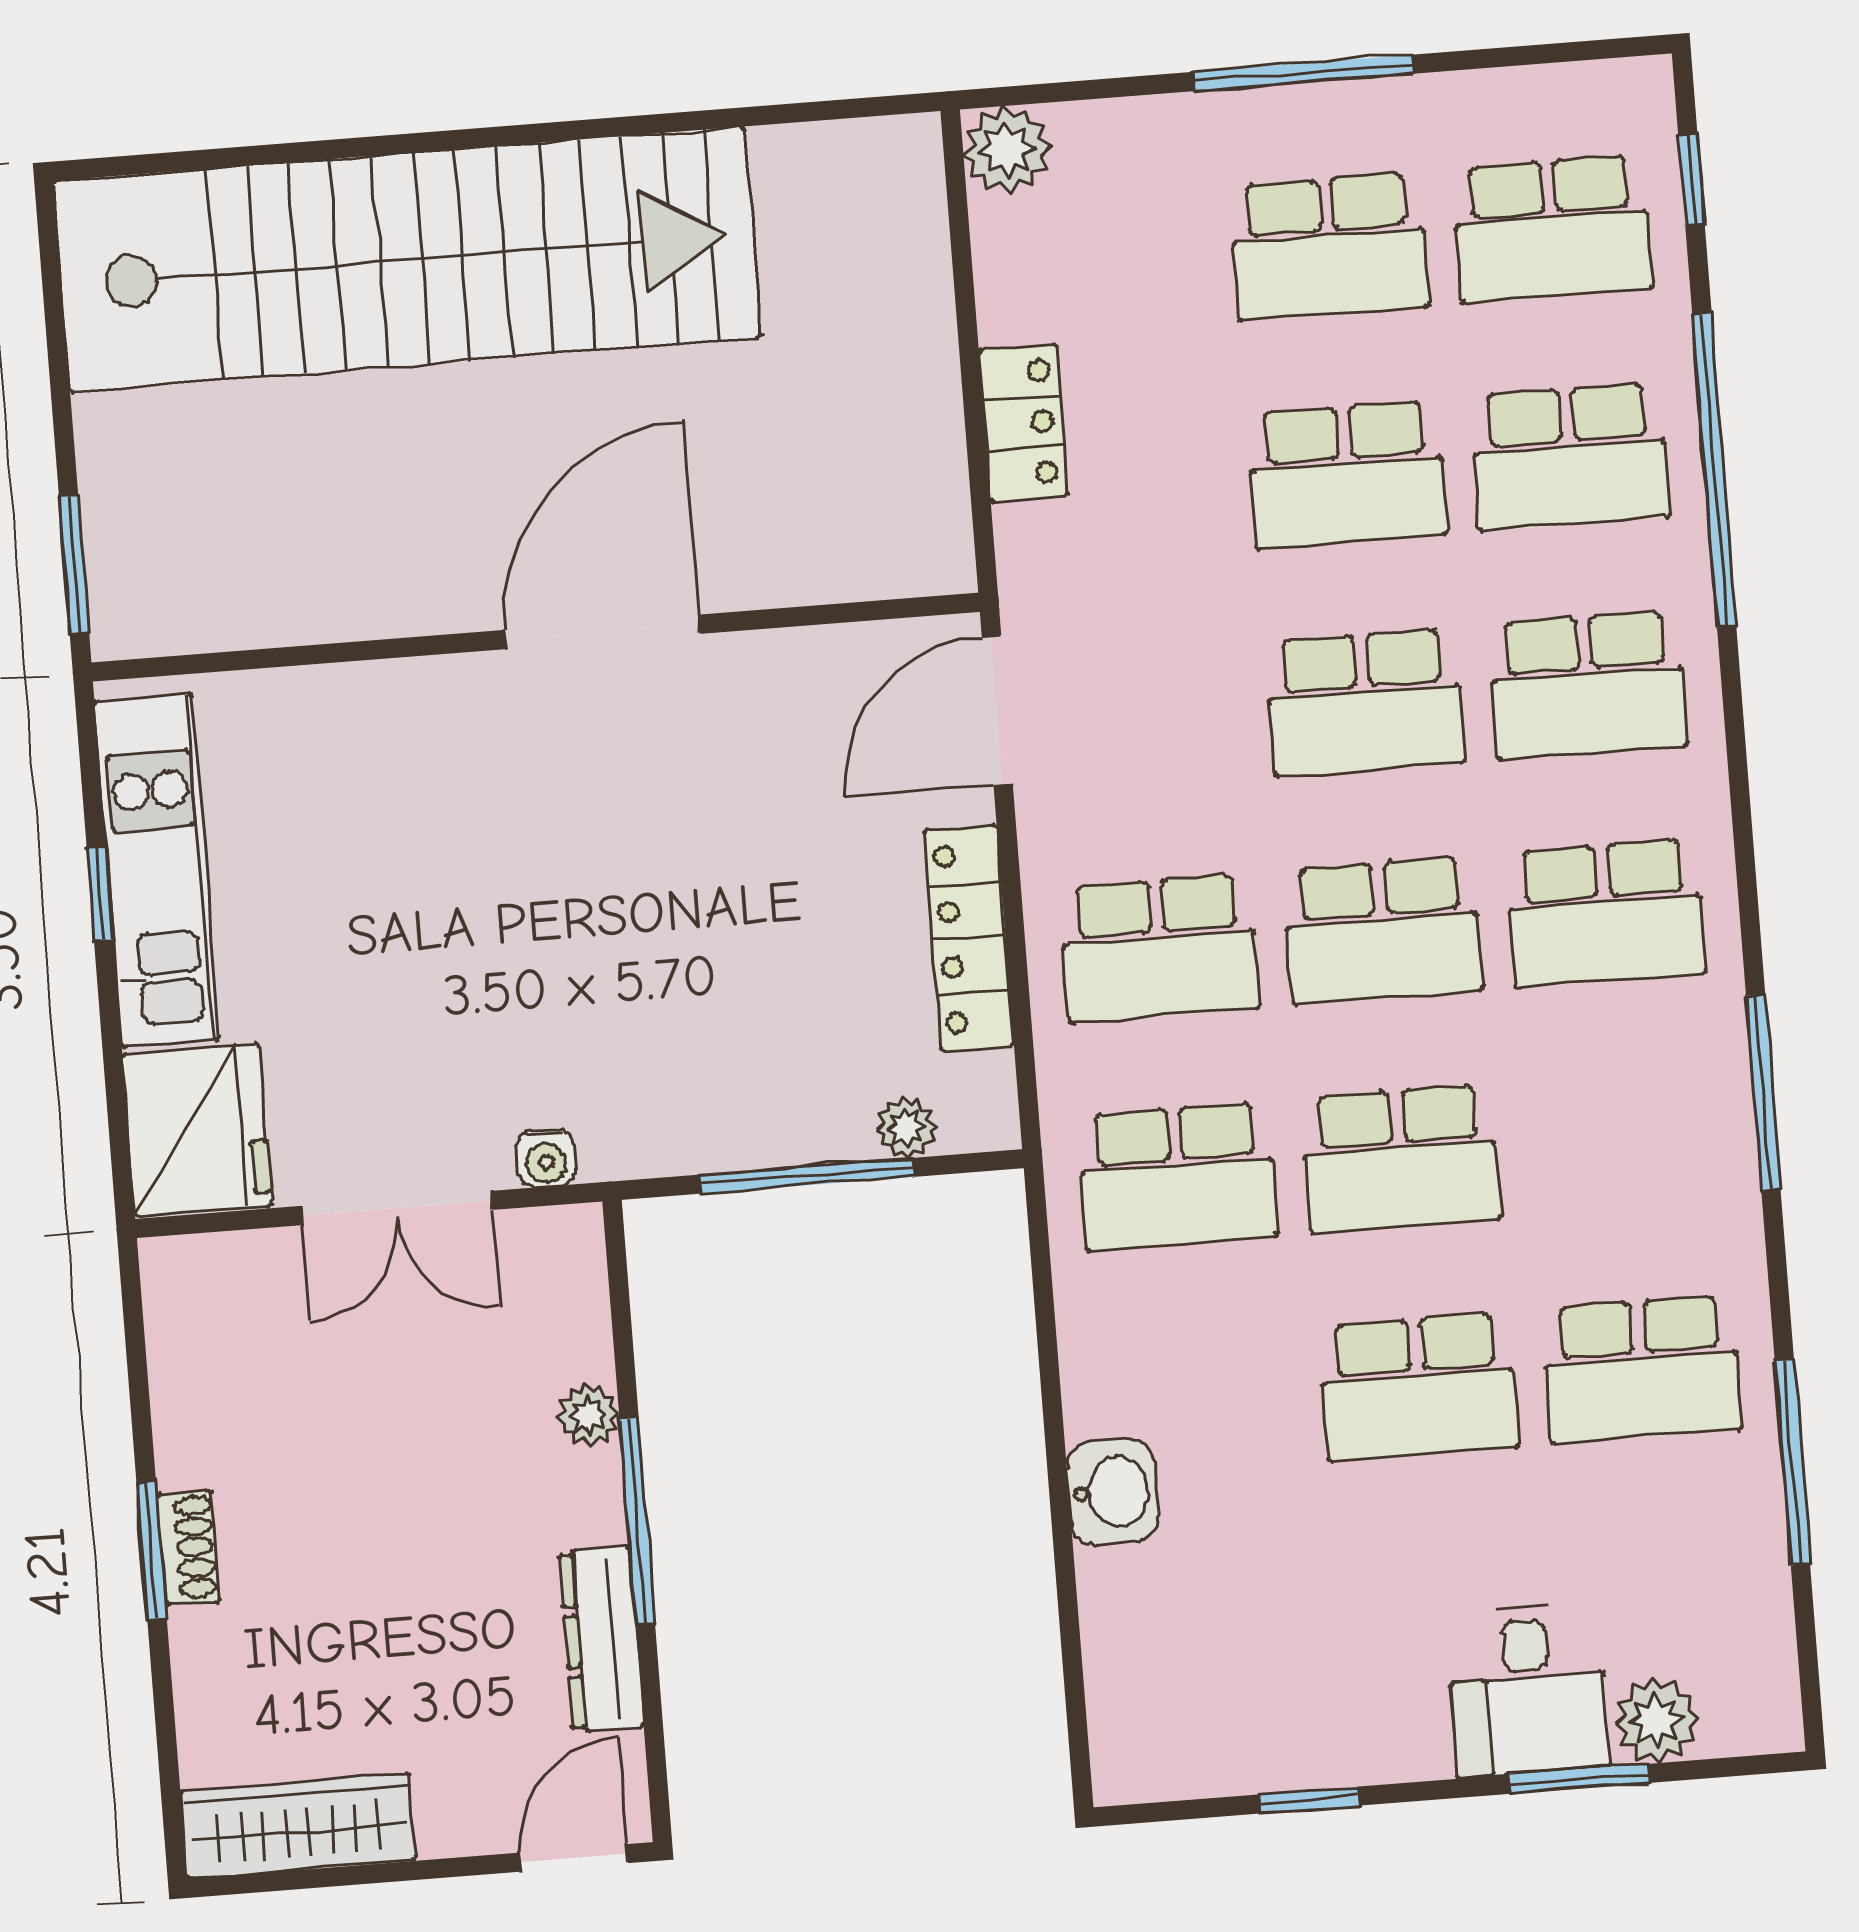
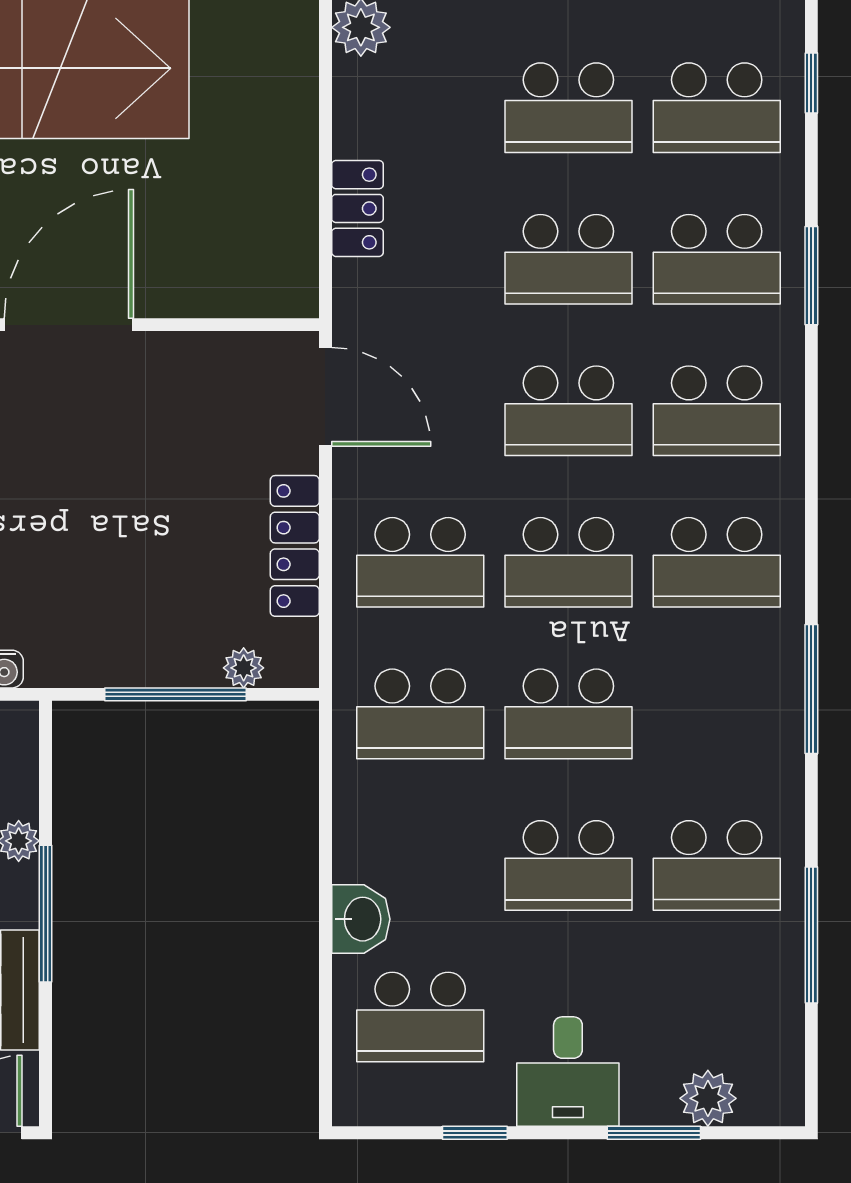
window: (1714, 470) -> (811, 276), width x0.47
door: (997, 710) -> (325, 397), swing flipped
school desk: (1213, 1632) -> (420, 1017), added
desk: (1528, 1690) -> (568, 1072), moved

